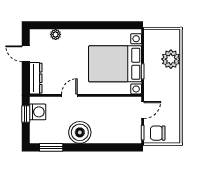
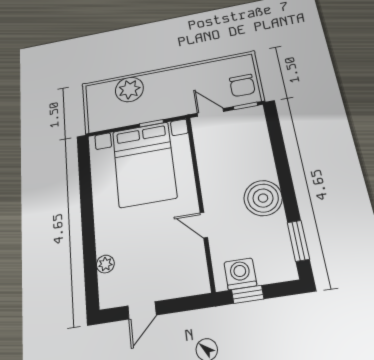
dresser: (36, 78) -> (182, 286), removed

